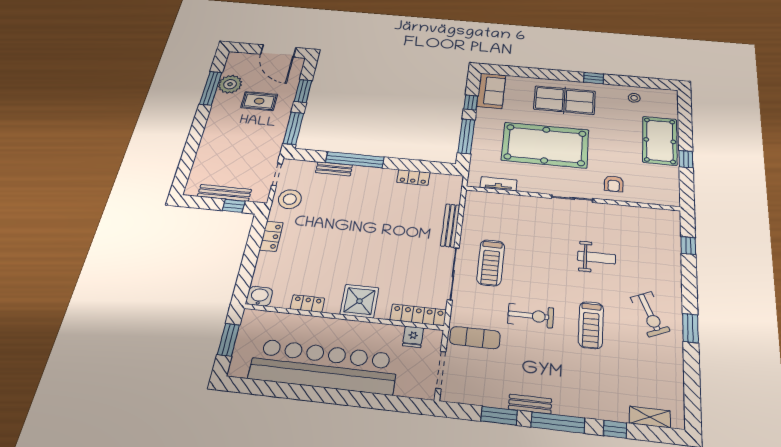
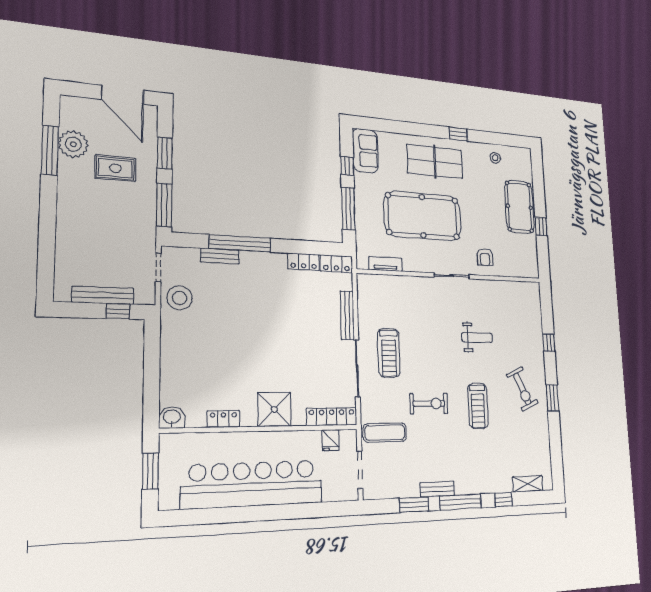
locker: (271, 236) -> (336, 264), moved, turned 90
window: (688, 246) -> (549, 343), moved

